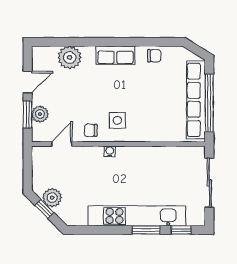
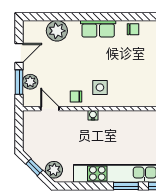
door: (62, 144) -> (50, 109), hinge flipped
plant: (52, 198) -> (54, 170), moved

